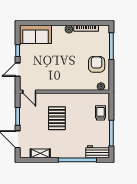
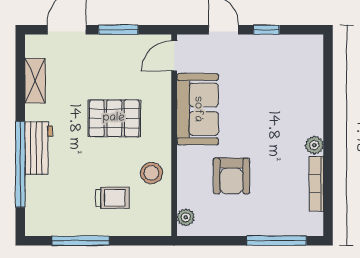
sofa: (36, 34) -> (198, 109), moved, turned 180
armchair: (97, 64) -> (232, 176), moved, turned 90
stool: (81, 102) -> (151, 173), added
trolley: (101, 113) -> (113, 198), moved
workbench: (98, 152) -> (39, 148), moved

